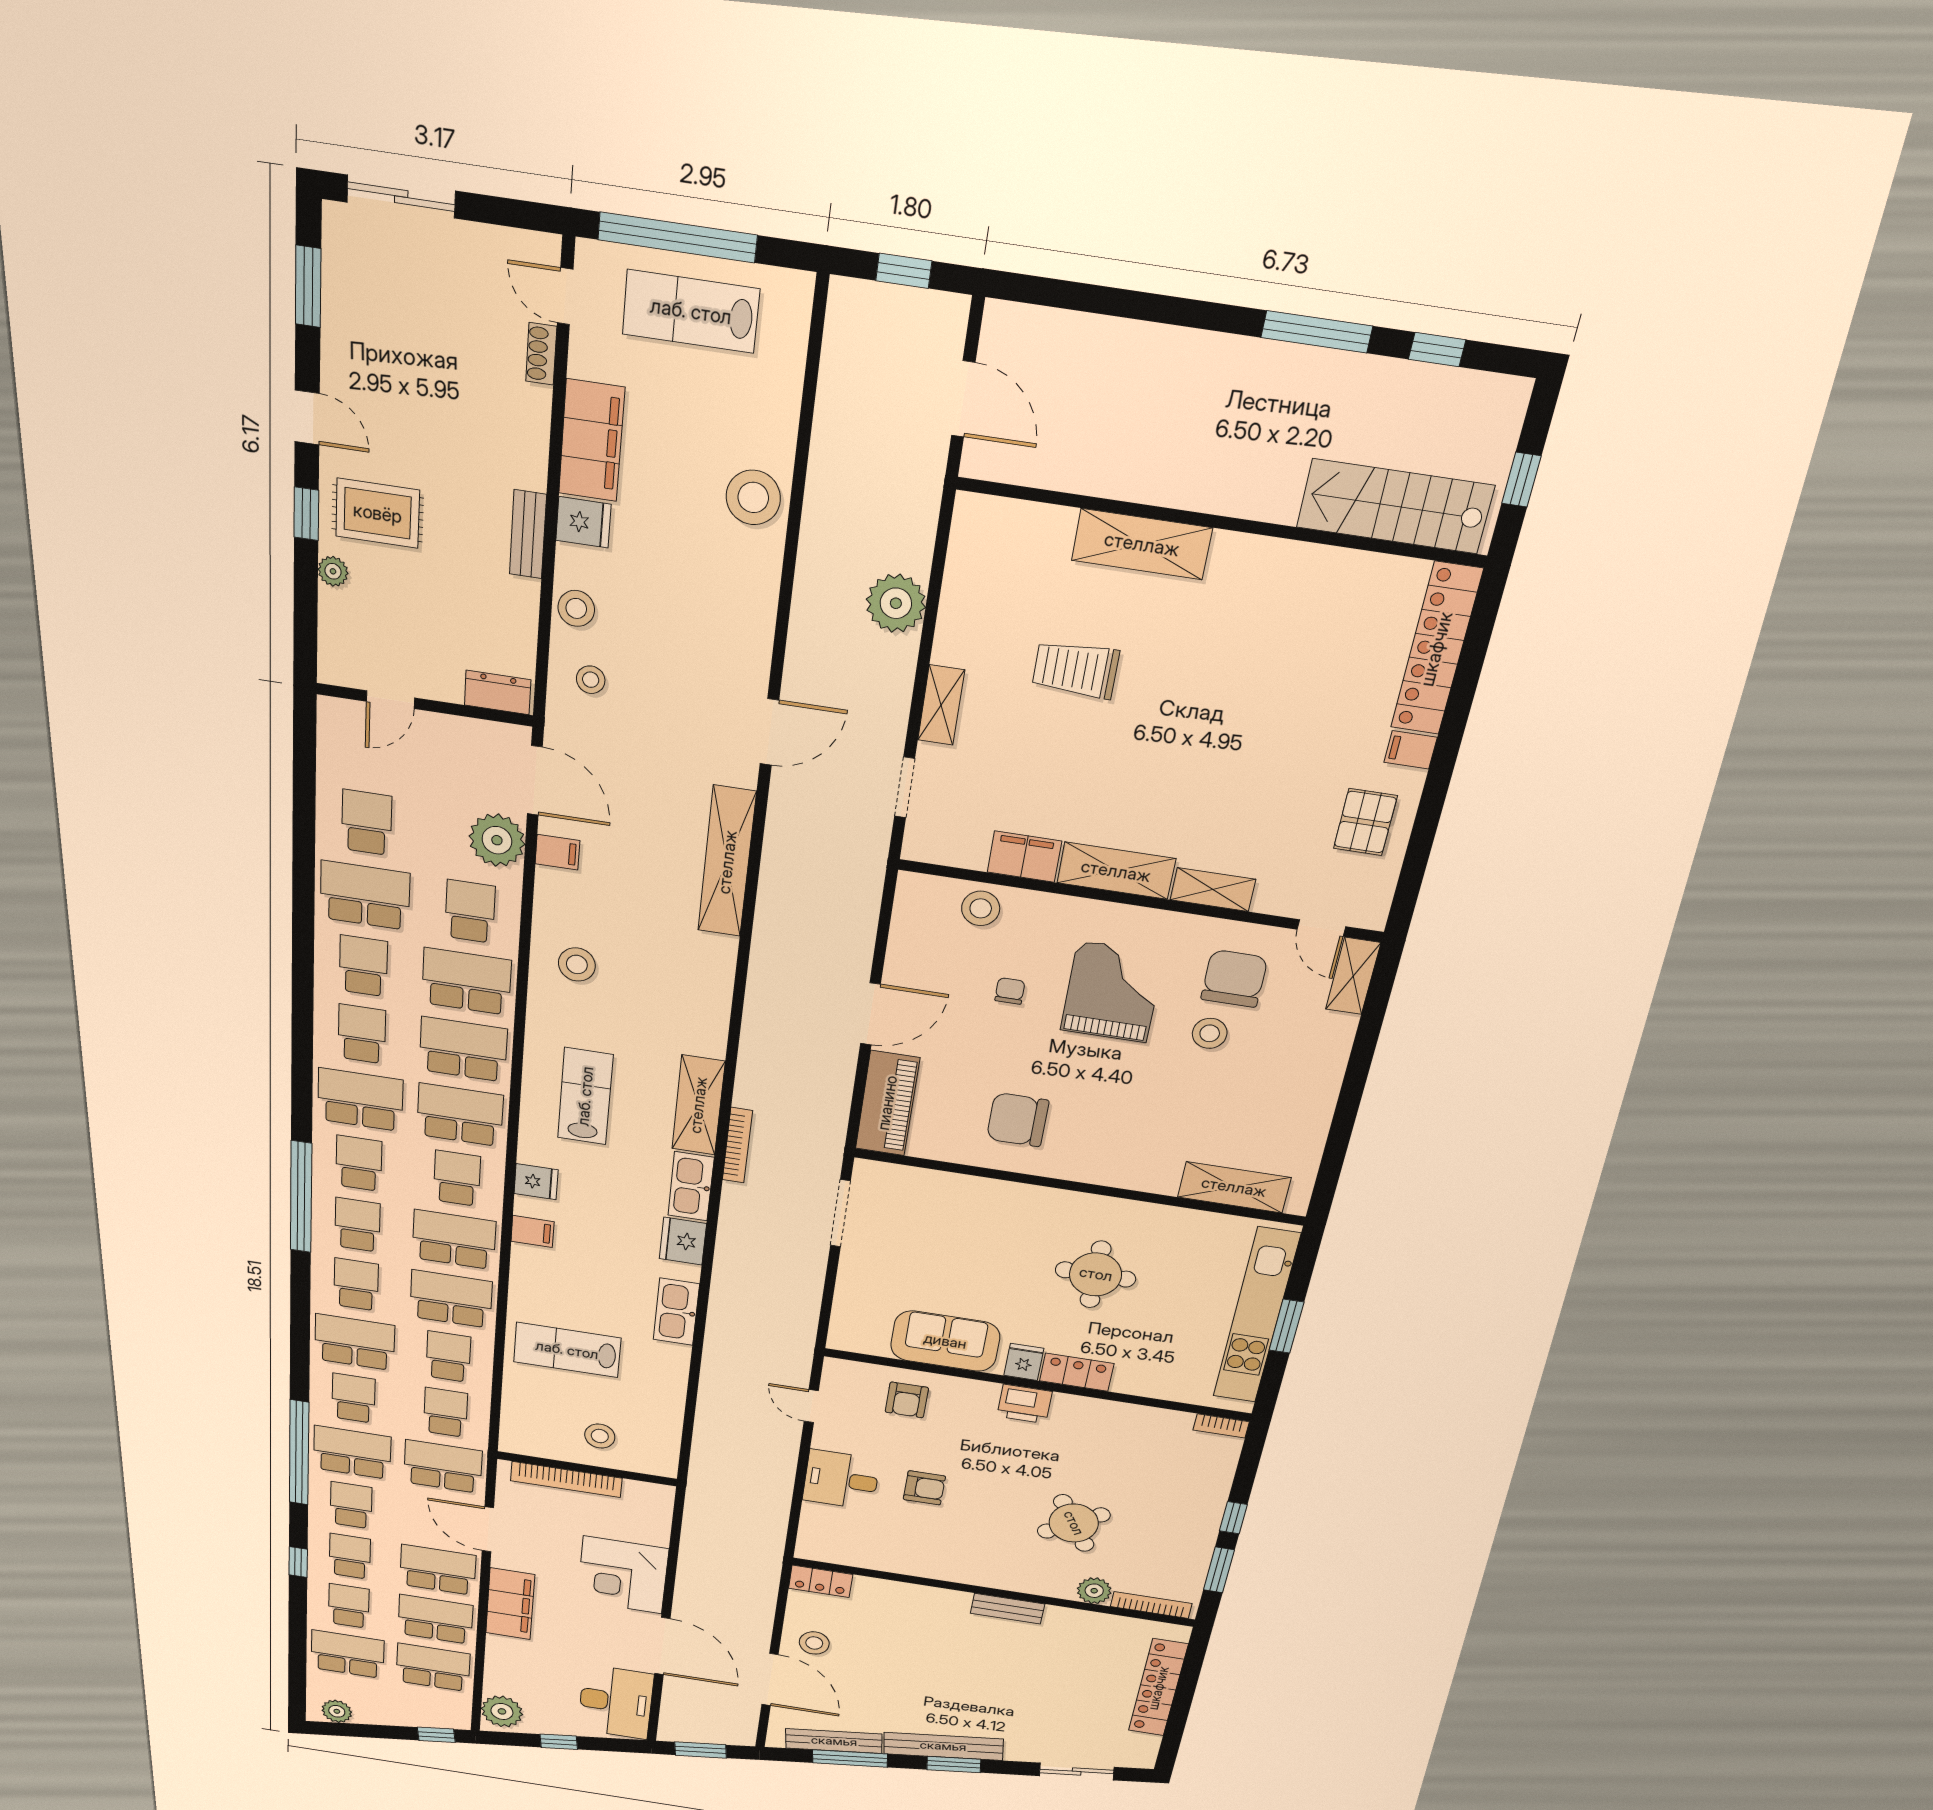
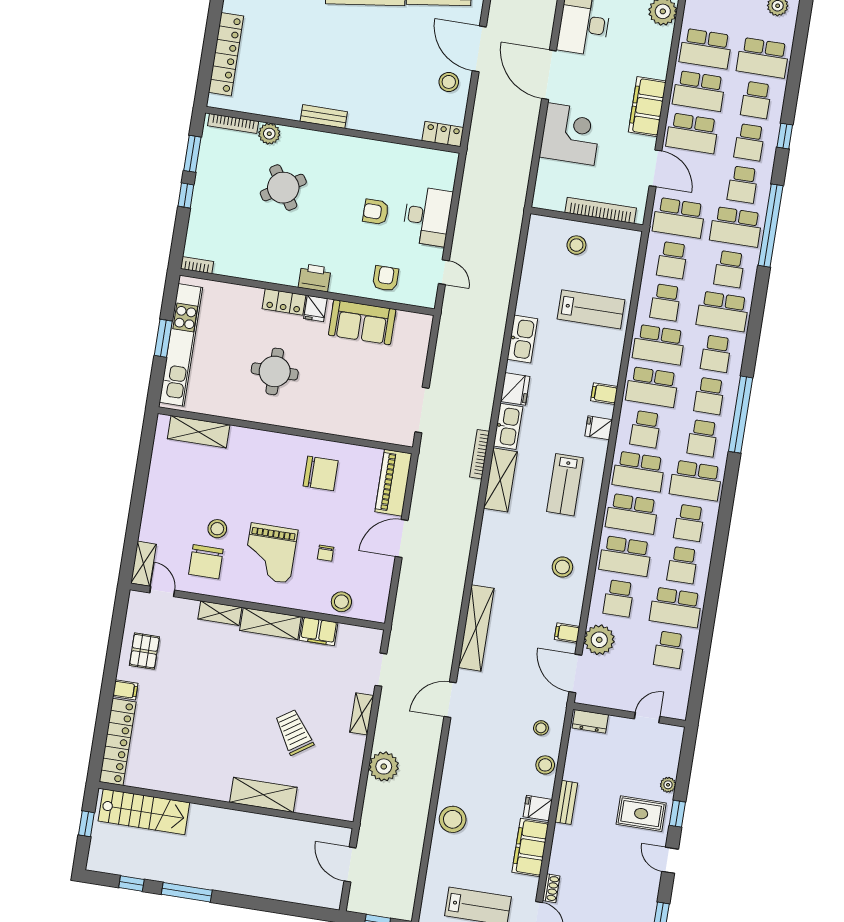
trolley: (1076, 669) -> (294, 732), turned -124
desk: (841, 1480) -> (427, 216), width x1.37

